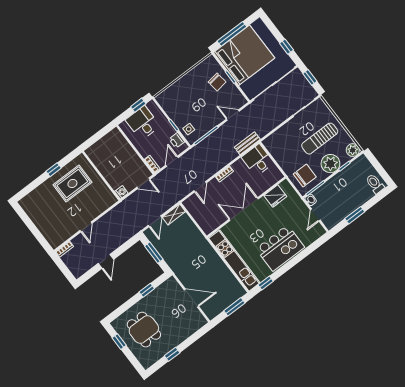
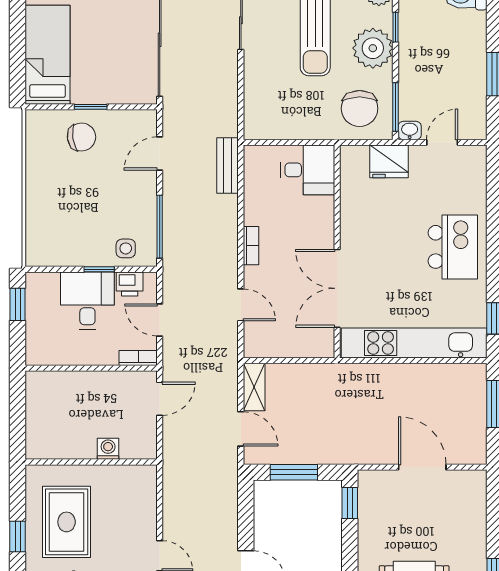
window: (232, 34) -> (18, 48), removed
bed: (244, 55) -> (48, 55), width x0.49
desk: (143, 123) -> (87, 301), moved, turned 90
desk: (258, 160) -> (308, 170), moved, turned 180
chair: (305, 175) -> (360, 108), turned 180
washing machine: (121, 192) -> (108, 449), moved
fridge: (275, 196) -> (389, 161), moved, turned 90
double door: (244, 209) -> (337, 288), moved
door: (315, 215) -> (442, 142), swing flipped
kitchen island: (280, 248) -> (453, 247), width x0.73, depth x0.78
window: (147, 290) -> (350, 503), moved
door: (191, 298) -> (422, 467), hinge flipped

